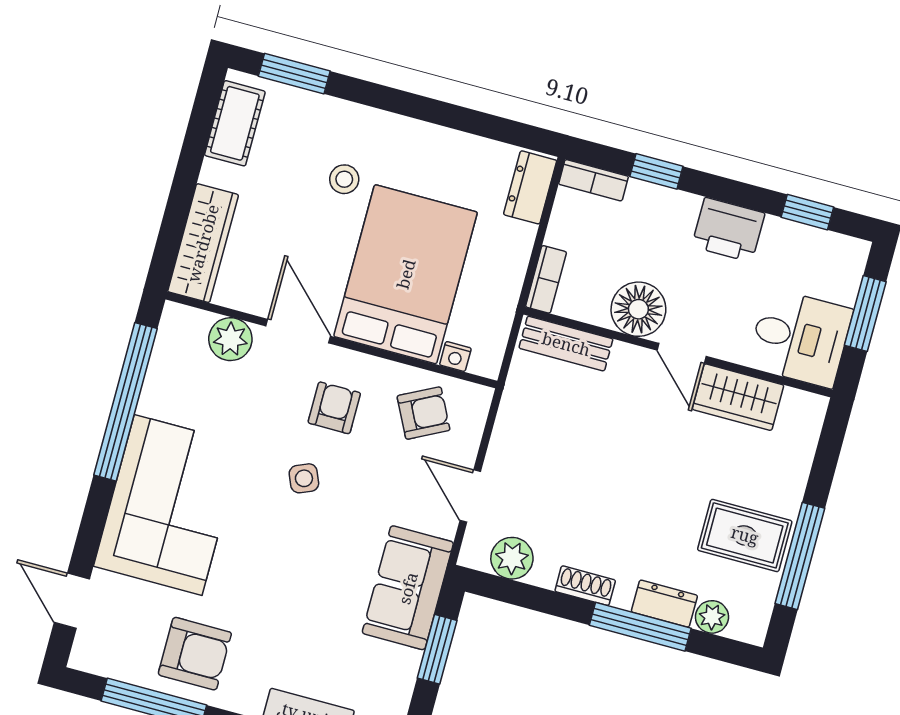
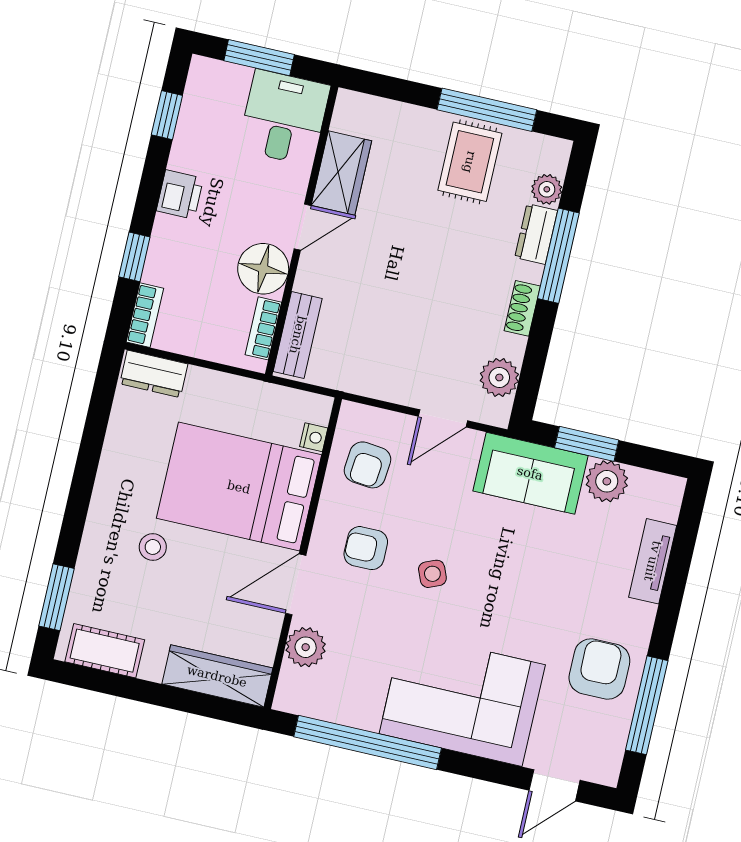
printer: (728, 230) -> (180, 195), width x0.73, depth x0.81
bookcase: (546, 279) -> (263, 328), moved, turned -90
armchair: (423, 413) -> (367, 465), turned -147
plant: (396, 669) -> (607, 481), added

